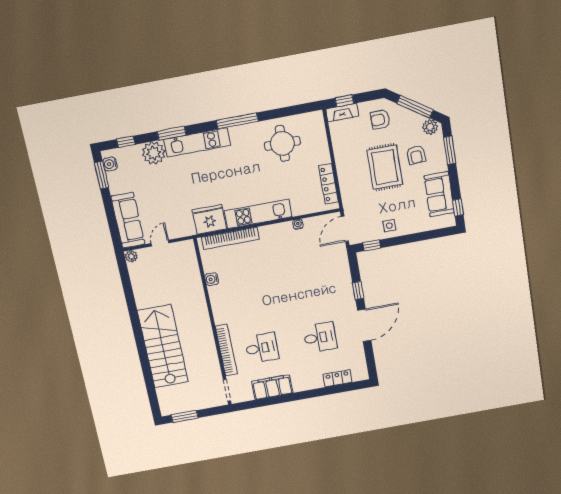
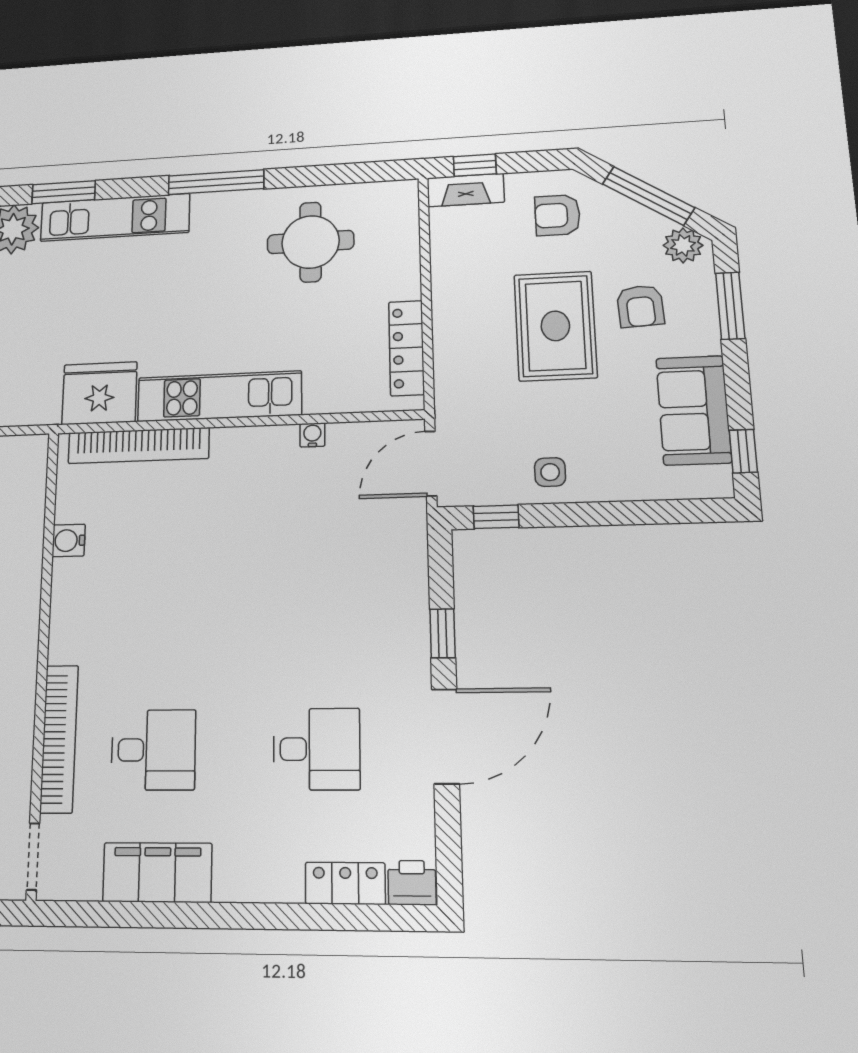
printer: (360, 374) -> (412, 883), added

